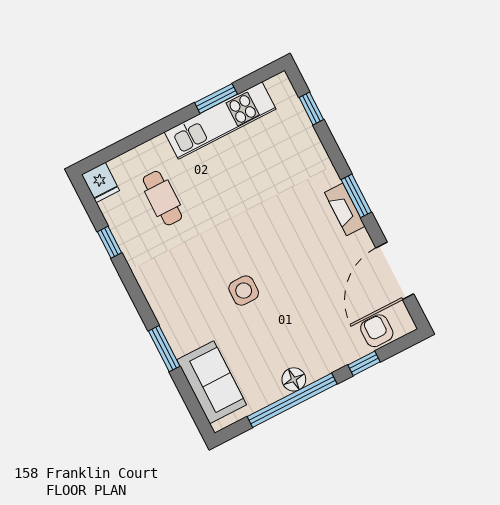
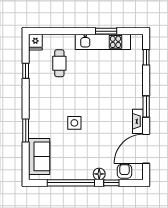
fireplace: (345, 209) -> (138, 121), moved
floor lamp: (294, 379) -> (99, 174), moved

